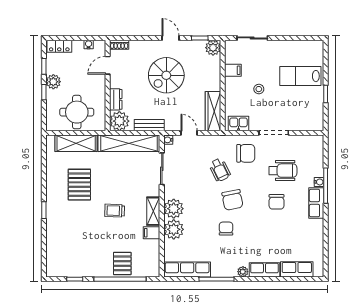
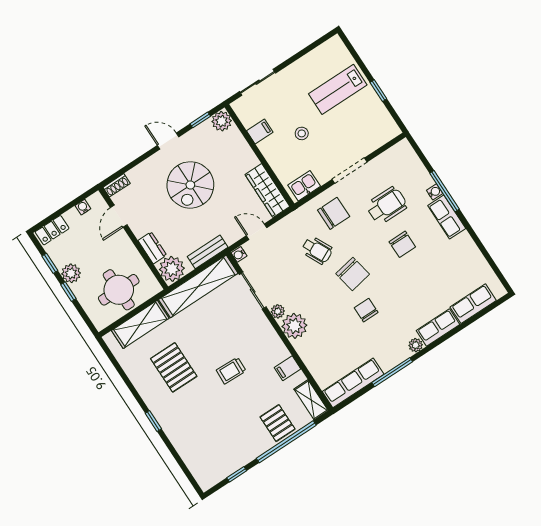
shelving: (153, 211) -> (311, 400), moved
plant: (174, 229) -> (278, 311), moved, width x0.53, depth x0.53

